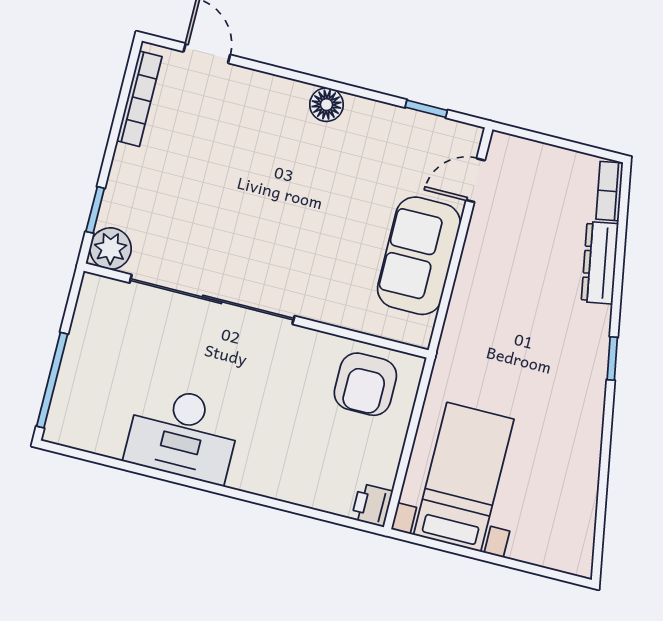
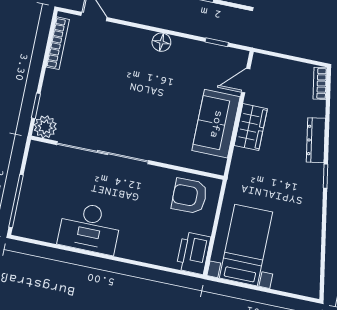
dresser: (600, 263) -> (316, 140), moved
wardrobe: (481, 264) -> (251, 127), added
armchair: (365, 384) -> (189, 196), turned 89
printer: (372, 505) -> (193, 253), width x1.87, depth x1.48

